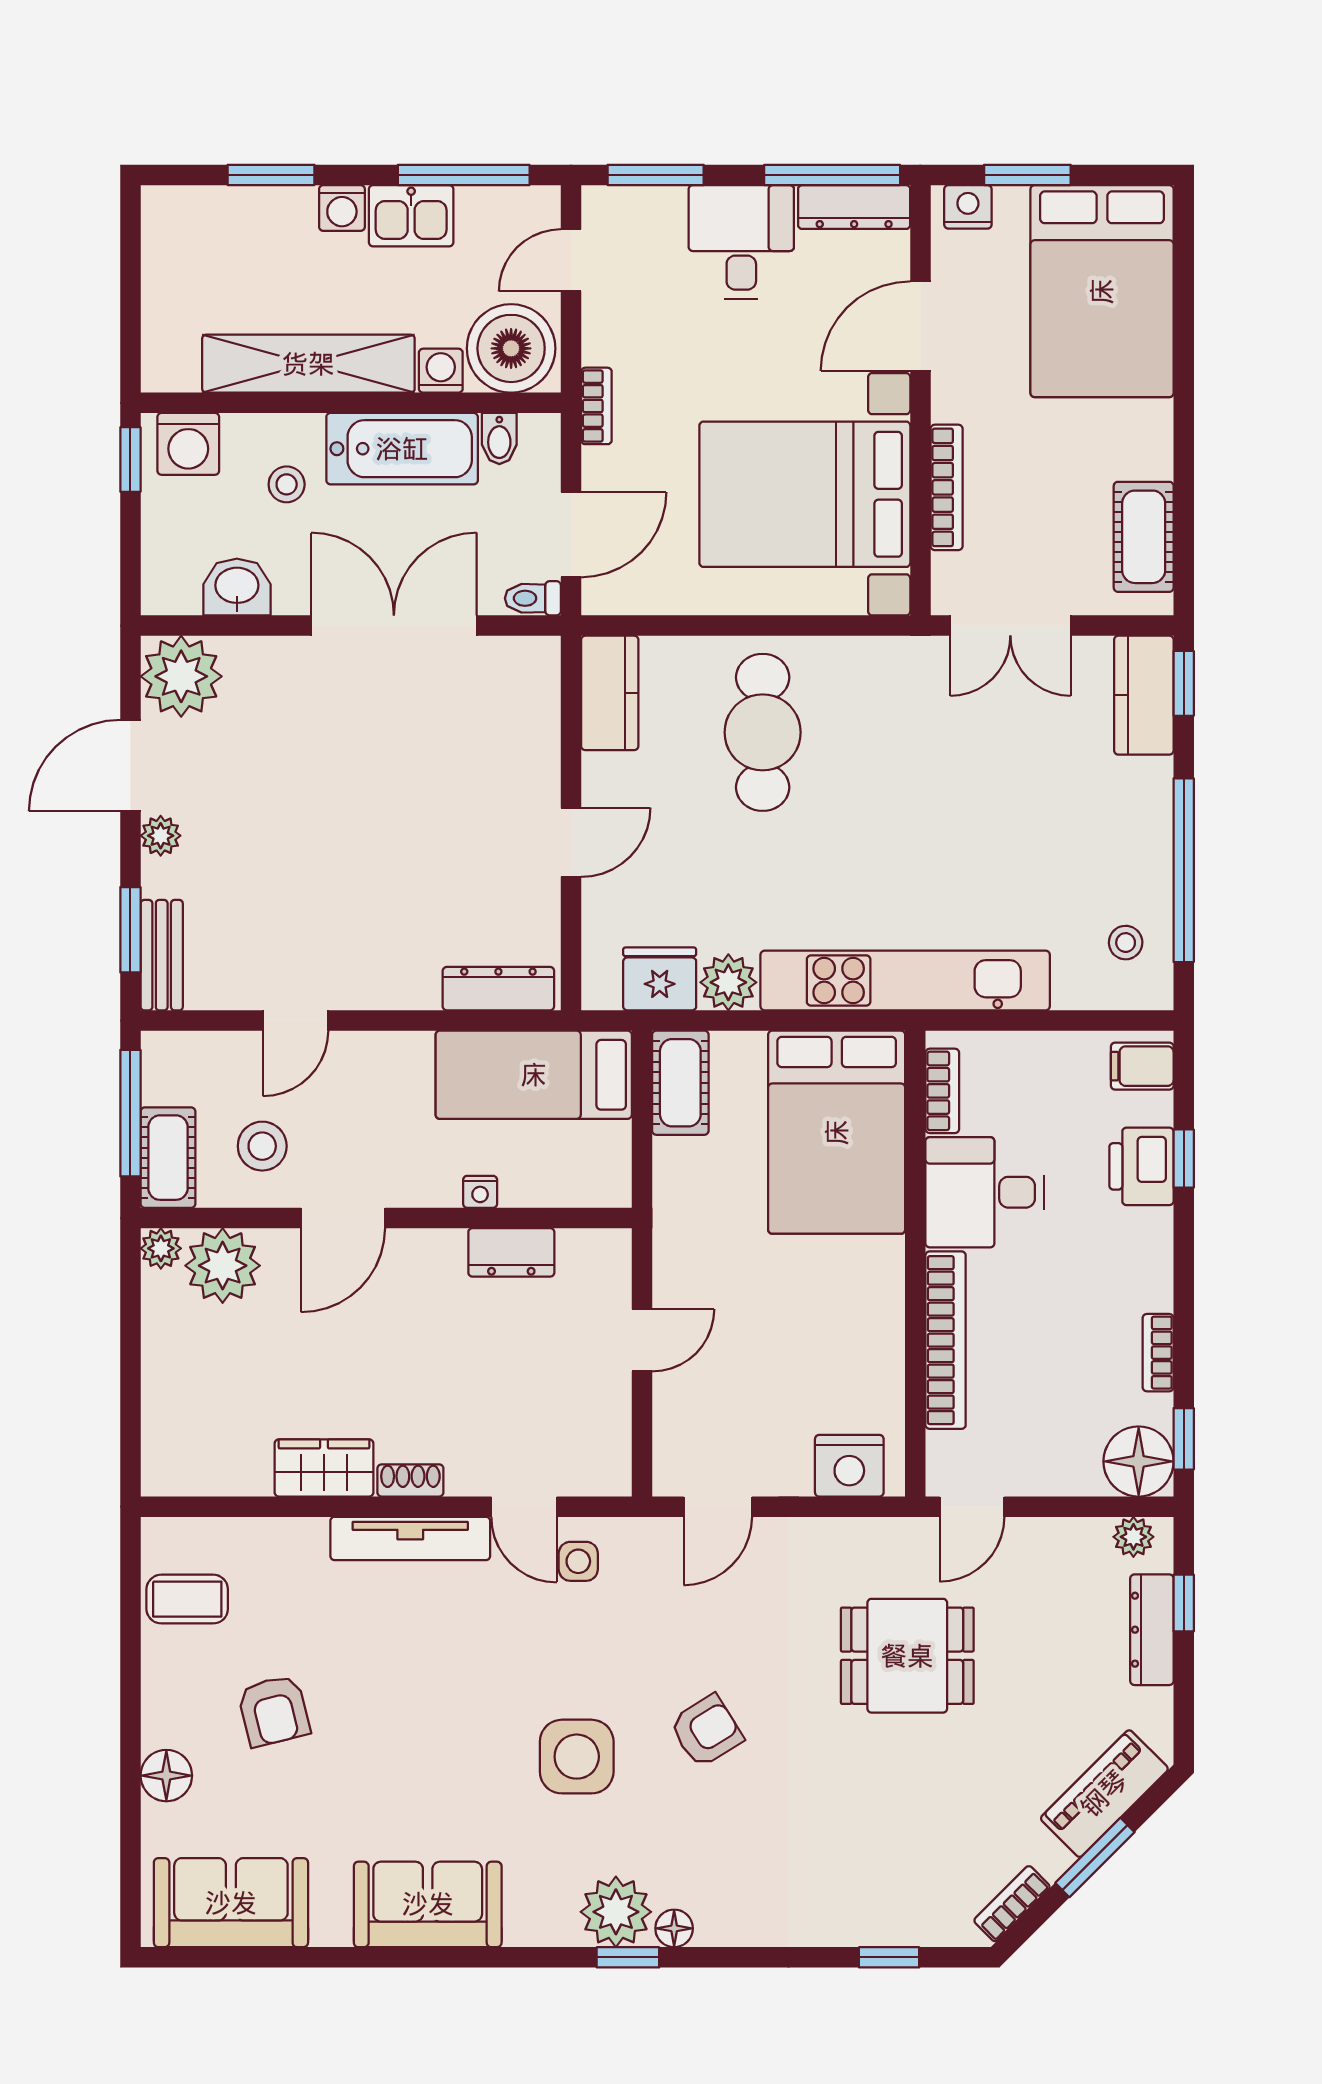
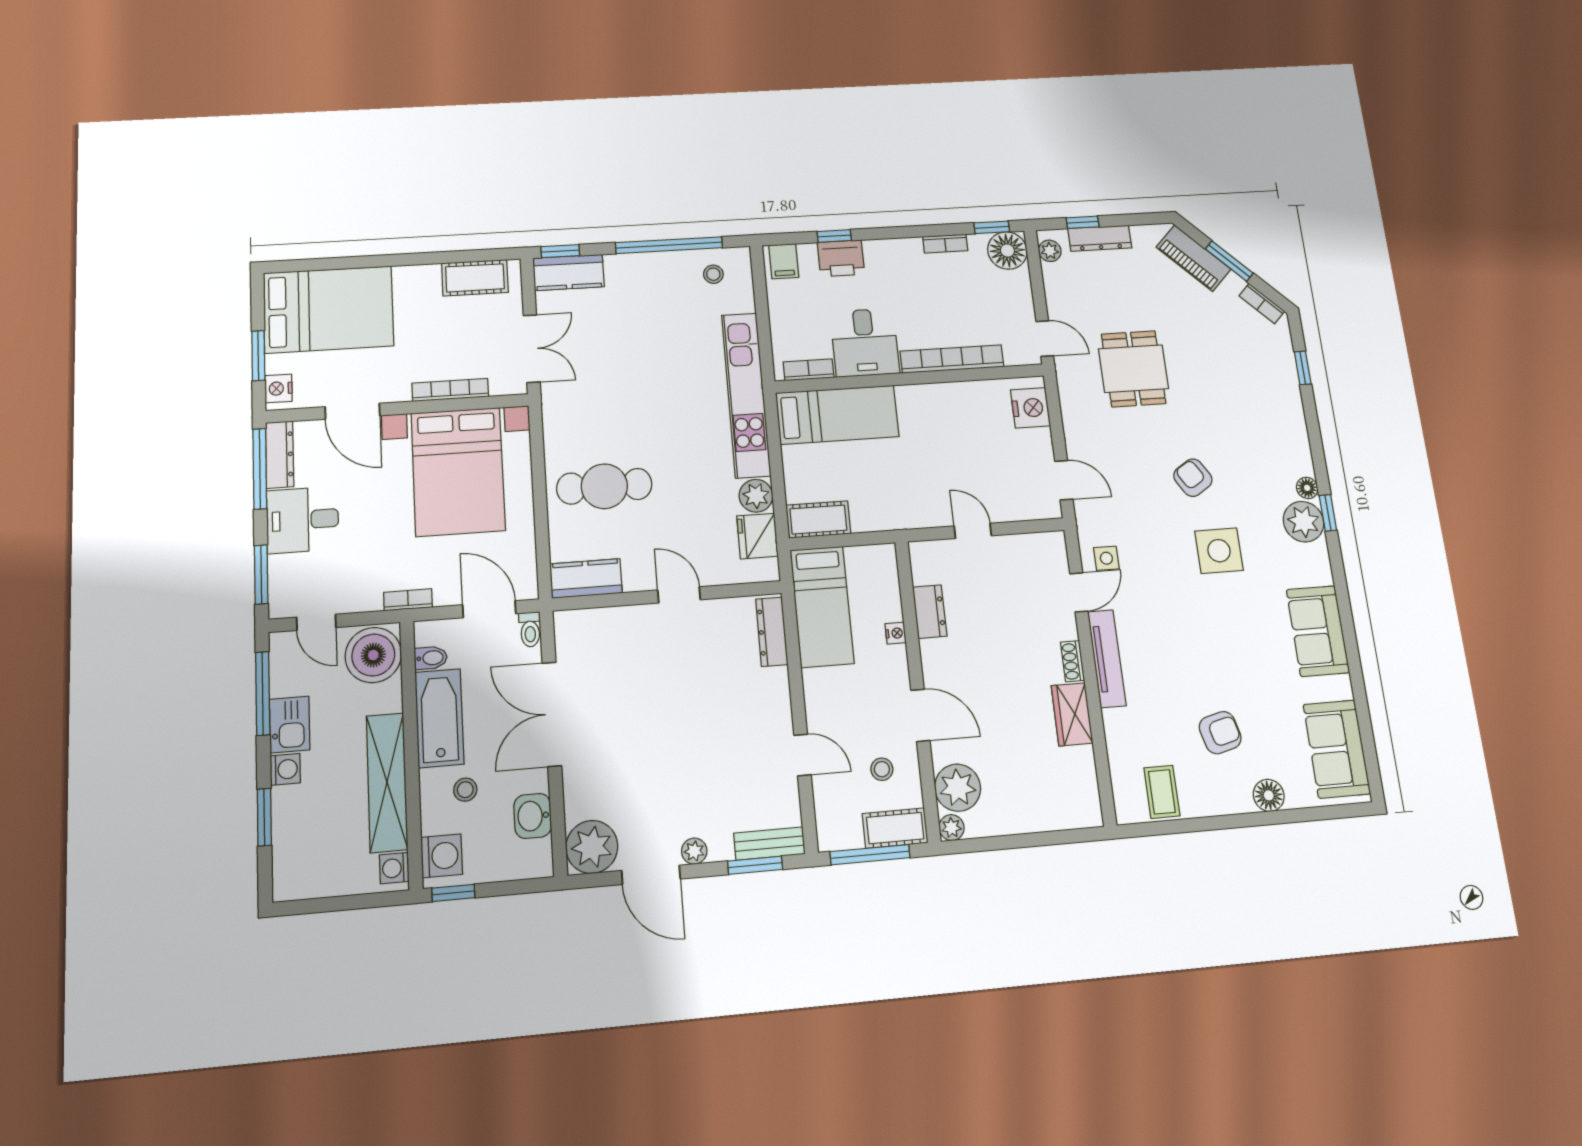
washing machine: (441, 371) -> (394, 868), moved
bed: (837, 1132) -> (837, 415), width x0.67
stool: (262, 1146) -> (882, 769), width x0.73, depth x0.73

